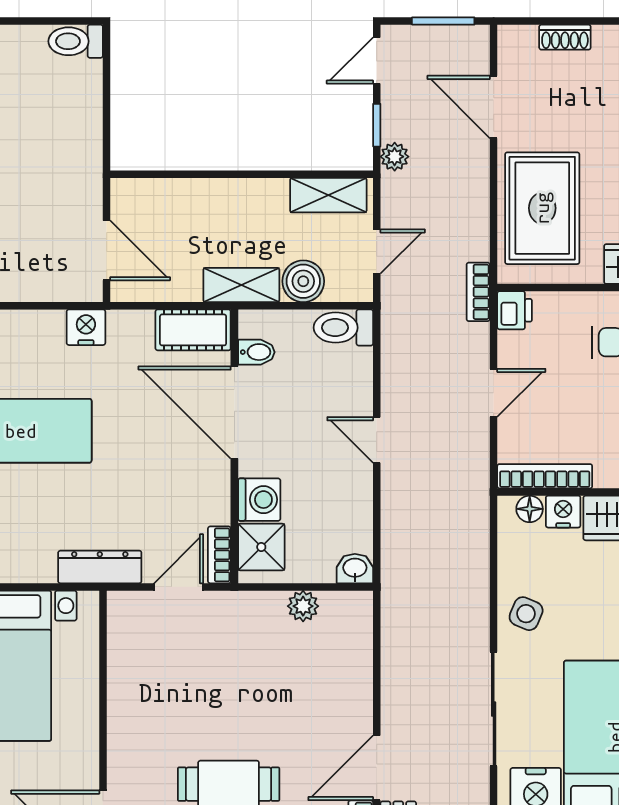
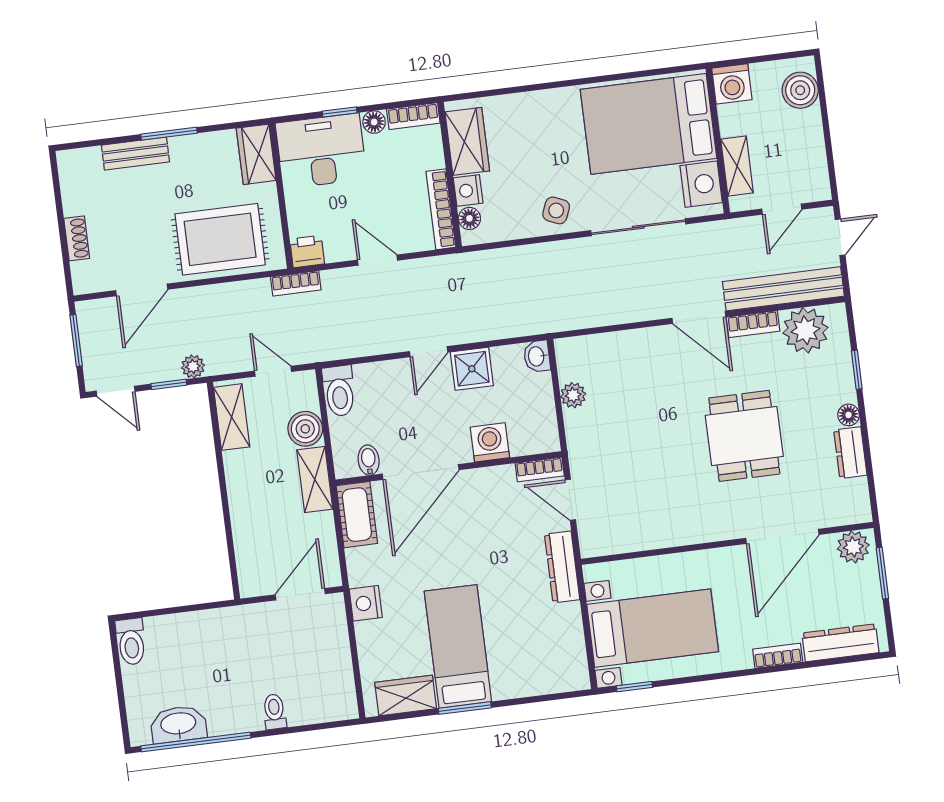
shower: (261, 547) -> (472, 369), moved

